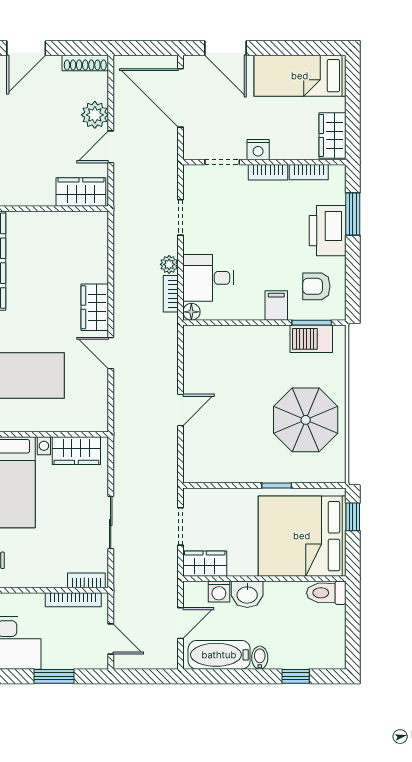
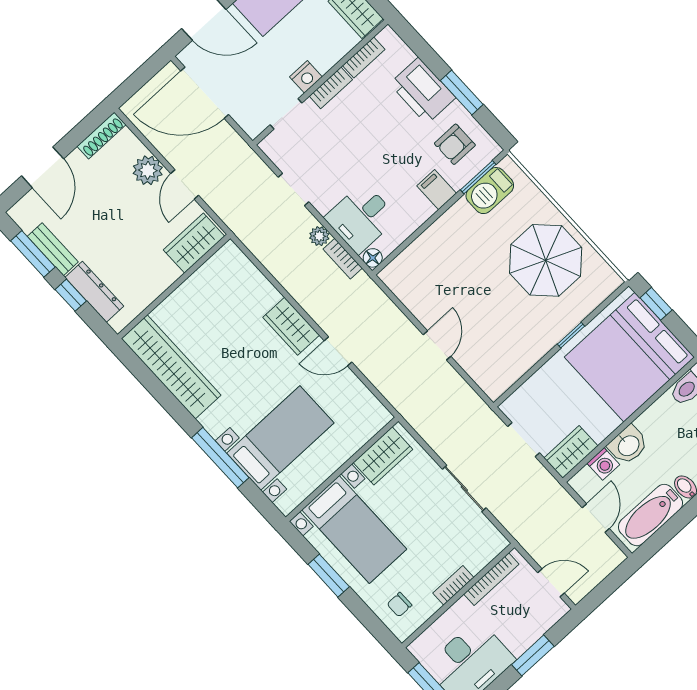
window: (353, 214) -> (462, 92), moved
bookcase: (86, 580) -> (453, 585), moved

